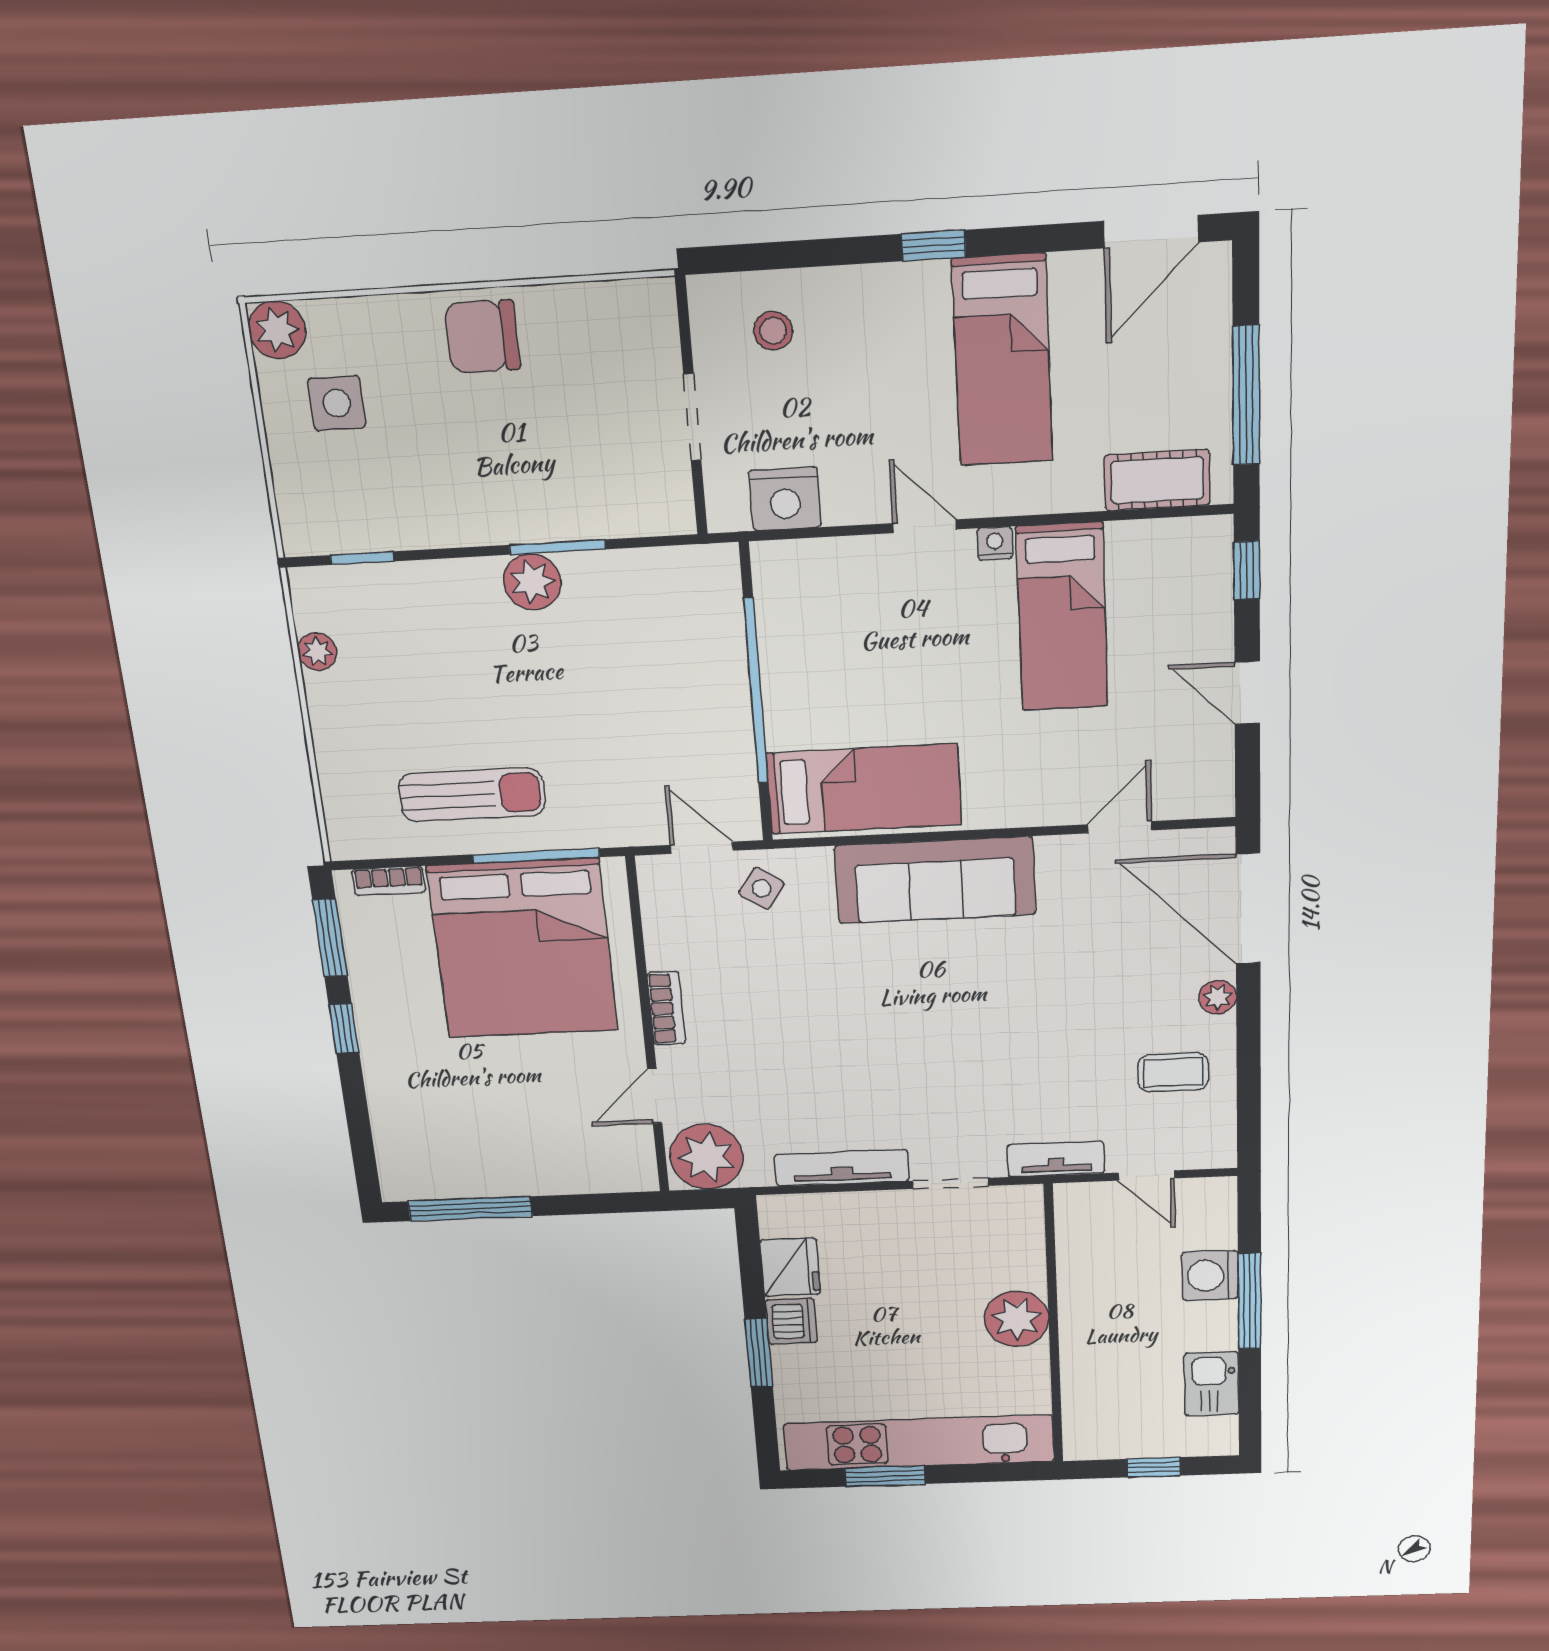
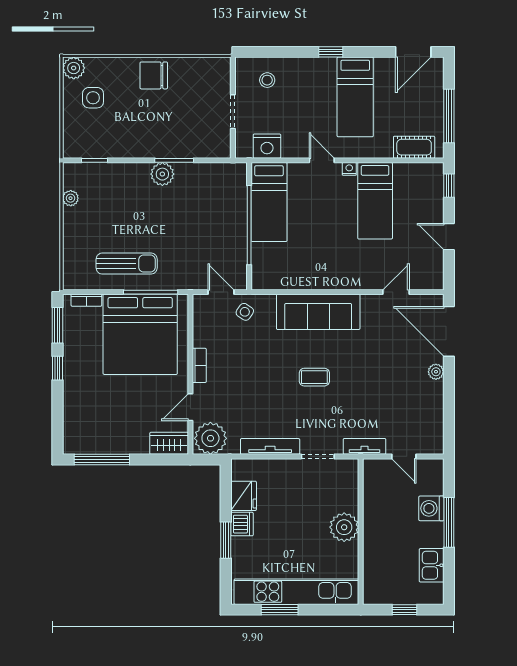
bed: (864, 789) -> (269, 202), moved, turned 90
coffee table: (1173, 1072) -> (314, 377), moved
wardrobe: (615, 1171) -> (169, 443), added

